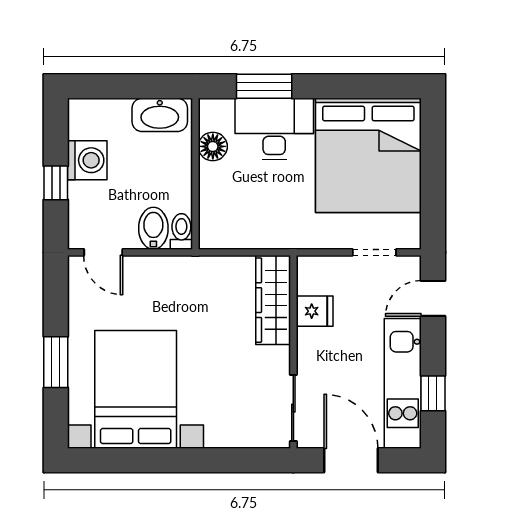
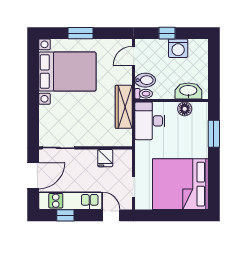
washbasin: (160, 115) -> (188, 91), moved, turned 90
desk: (274, 129) -> (150, 121), moved, turned 180
wardrobe: (273, 300) -> (124, 107), moved, turned -90

